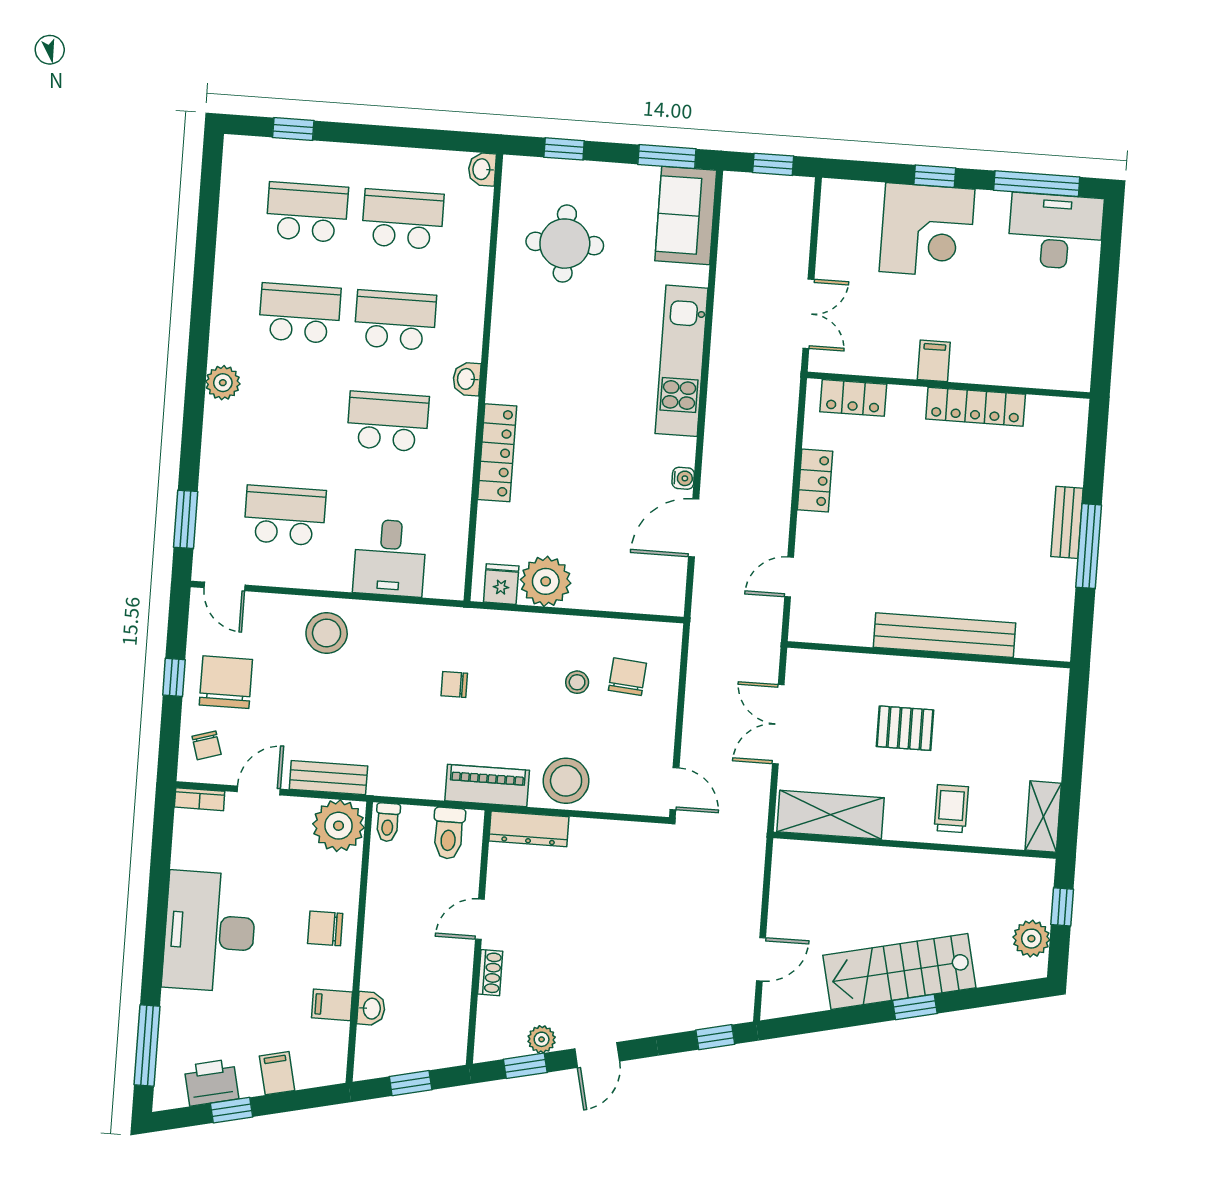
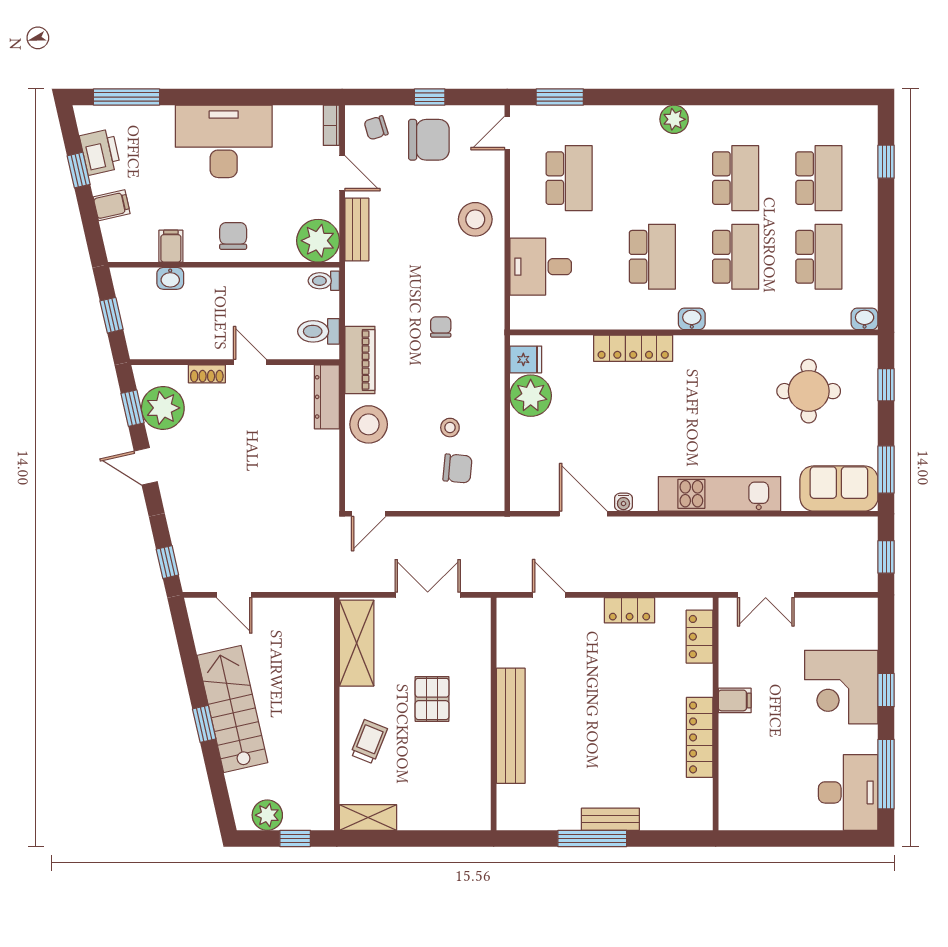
trolley: (951, 809) -> (369, 742), turned -68
plant: (542, 1039) -> (163, 408), width x1.88, depth x1.88

